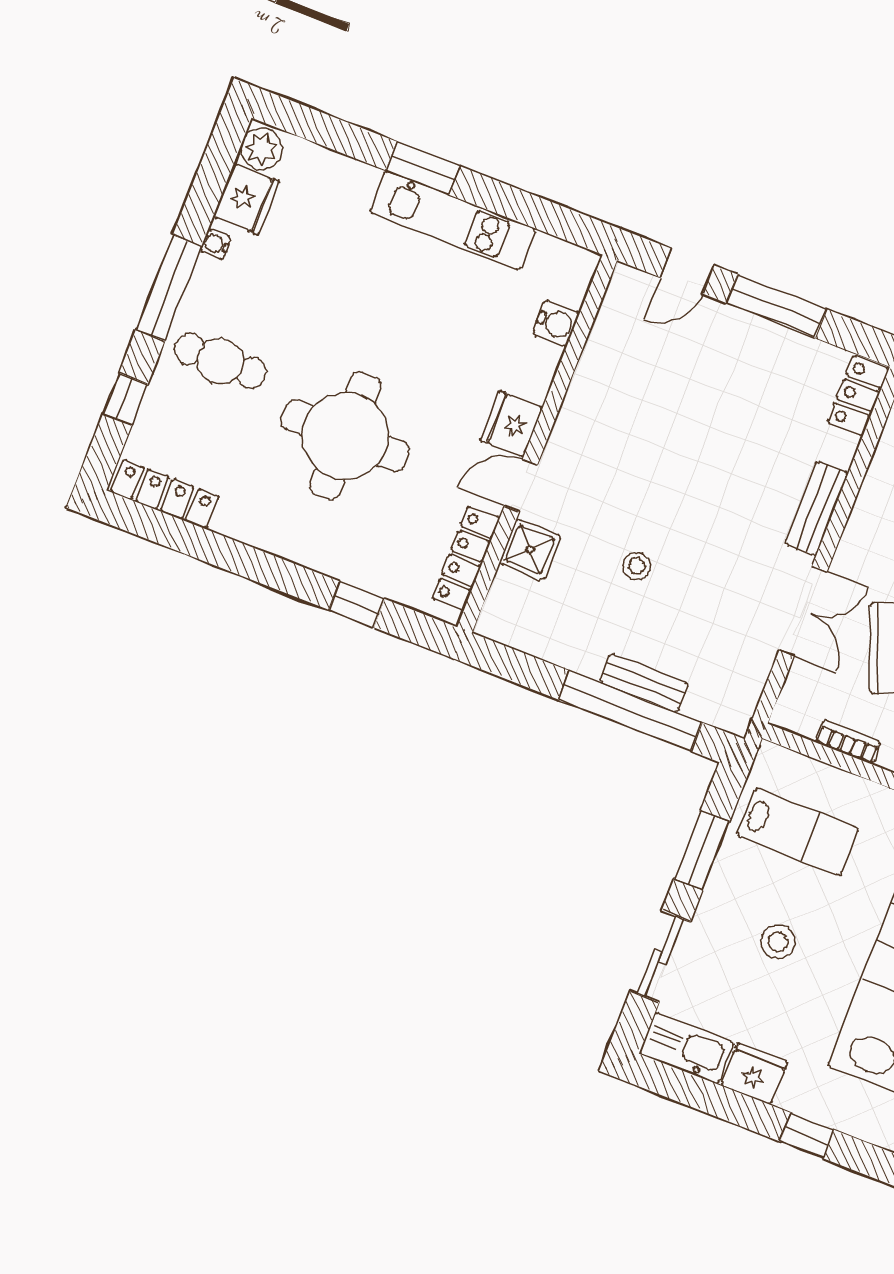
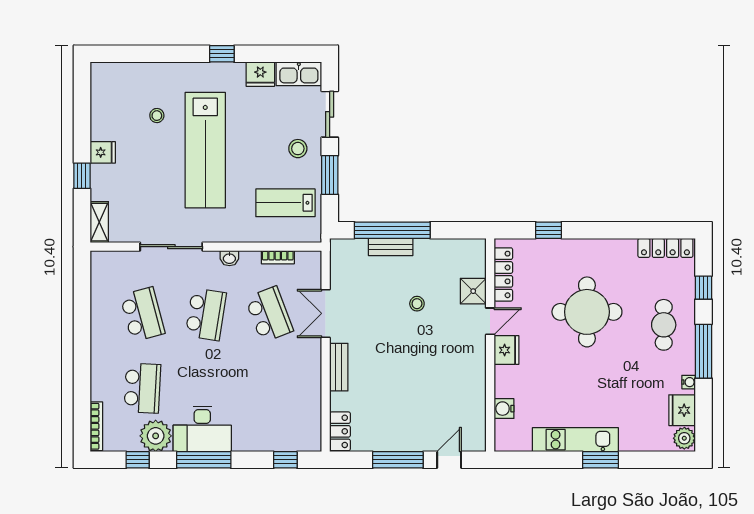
cafe table: (220, 361) -> (664, 325), turned 90
stool: (778, 942) -> (298, 149), moved

